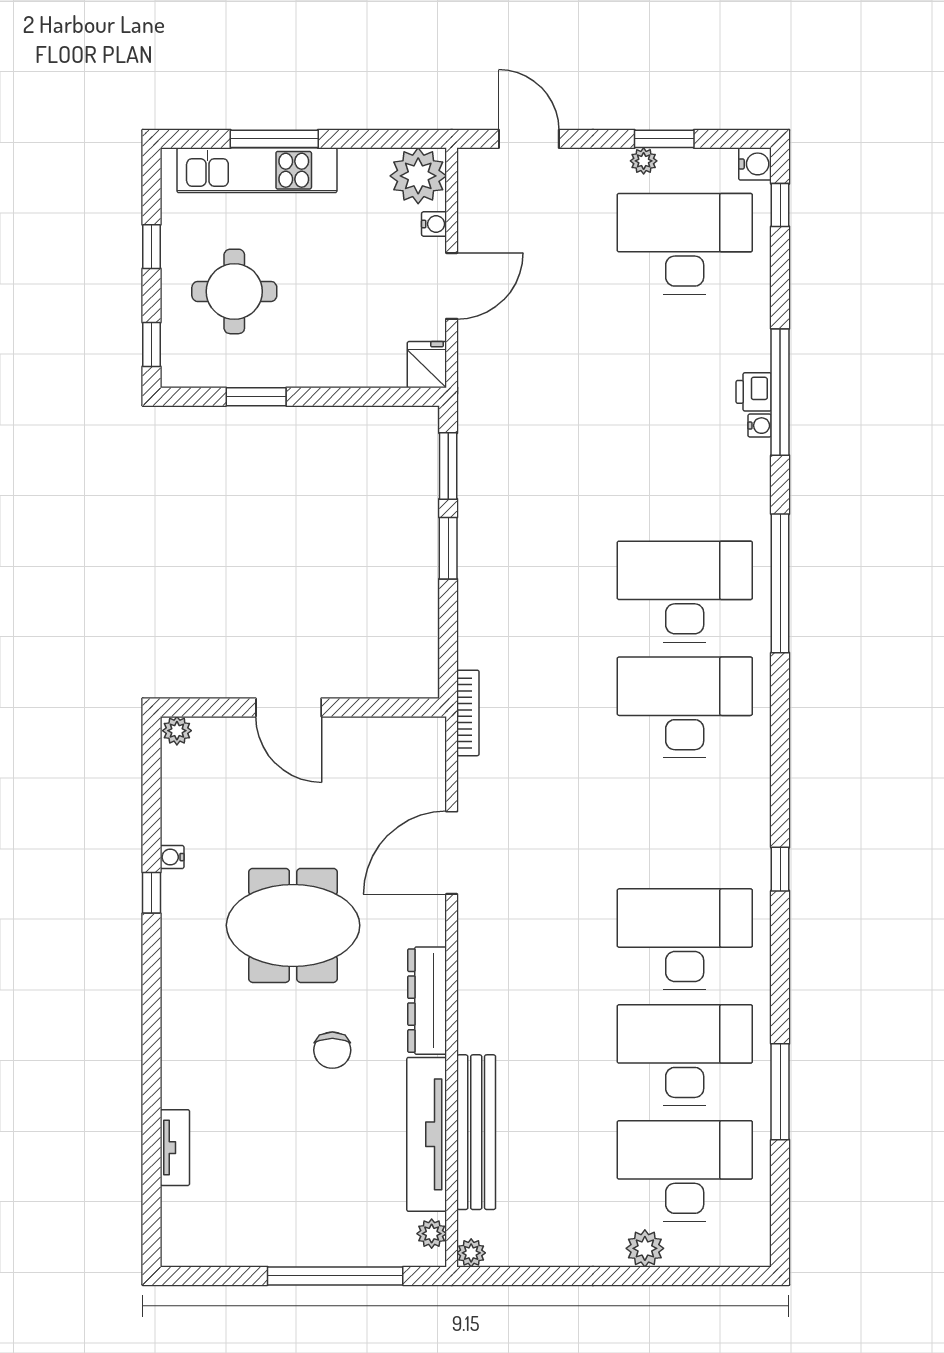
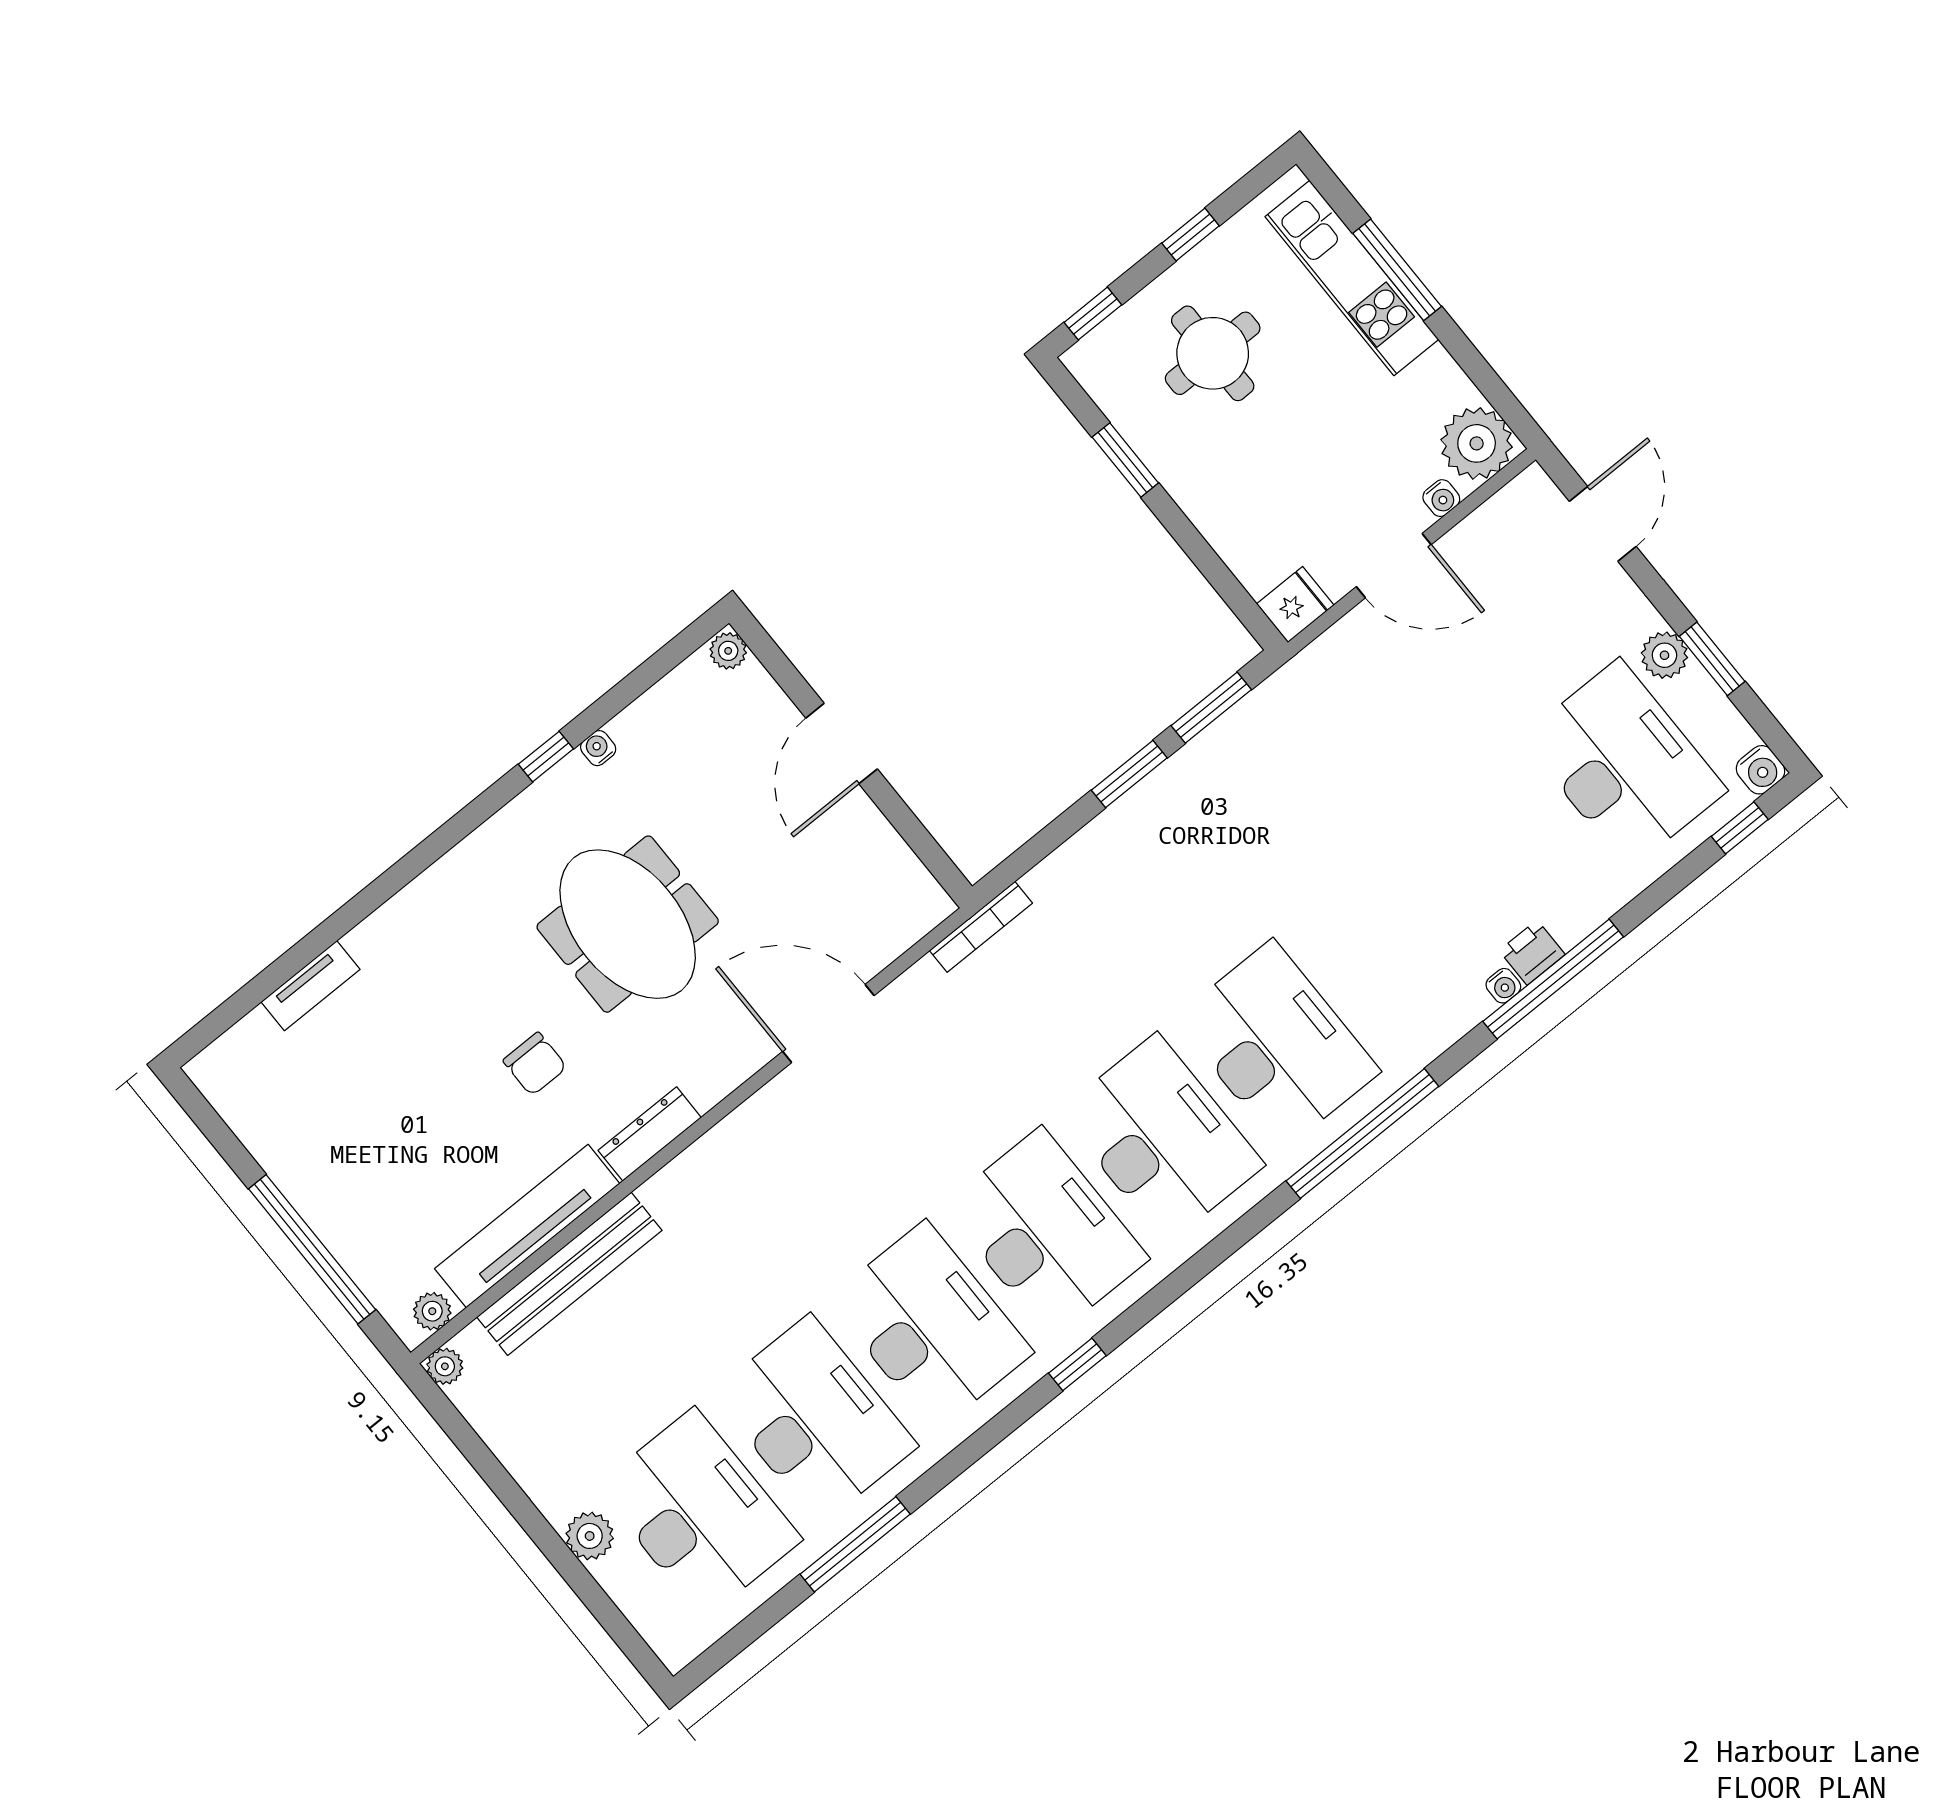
plant: (644, 161) -> (1664, 655), width x1.38, depth x1.38
desk: (685, 823) -> (1046, 1232), added
dresser: (427, 1001) -> (650, 1134), width x0.73, depth x0.80
chair: (332, 1050) -> (535, 1064), turned -90

